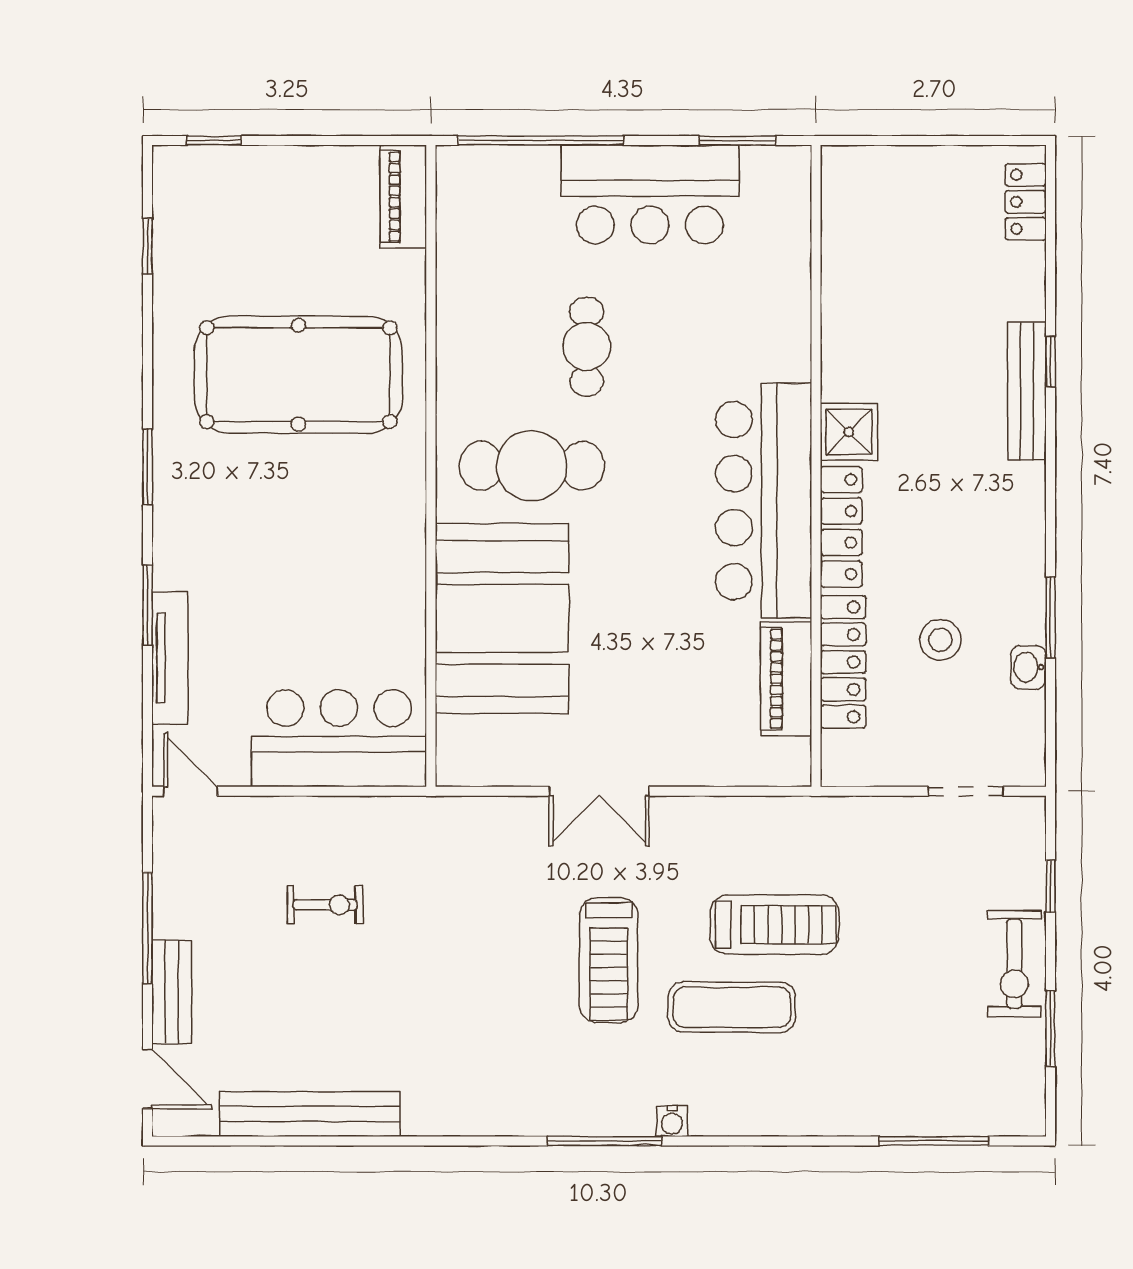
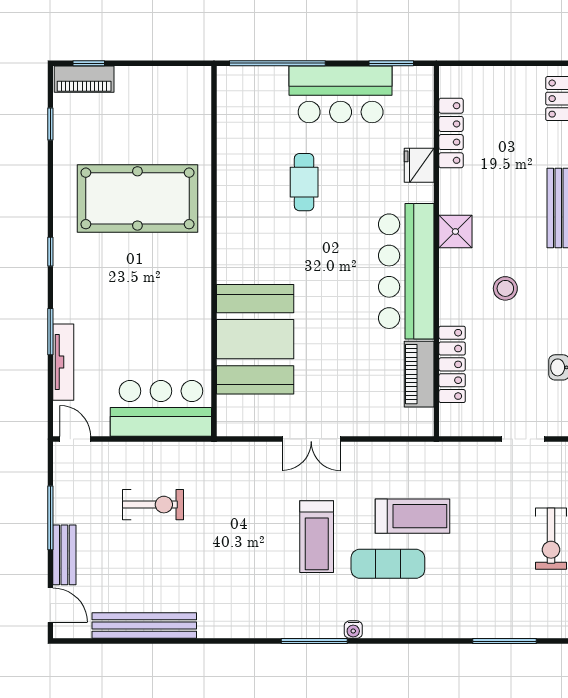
piano: (403, 197) -> (84, 79), moved, turned -90
fridge: (786, 317) -> (419, 165), added
cafe table: (532, 466) -> (272, 251), removed
window: (148, 467) -> (50, 252), width x0.67
locker: (841, 527) -> (451, 133), moved
stool: (940, 640) -> (505, 288), moved
exercise bike: (325, 905) -> (153, 505), width x1.38, depth x1.39

